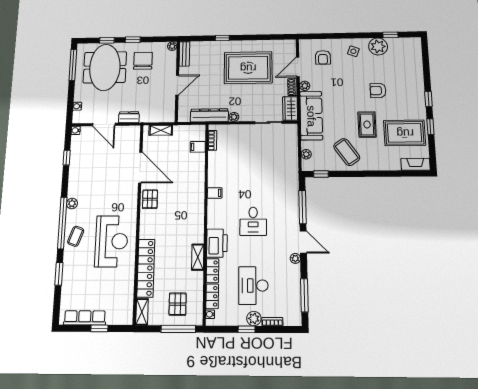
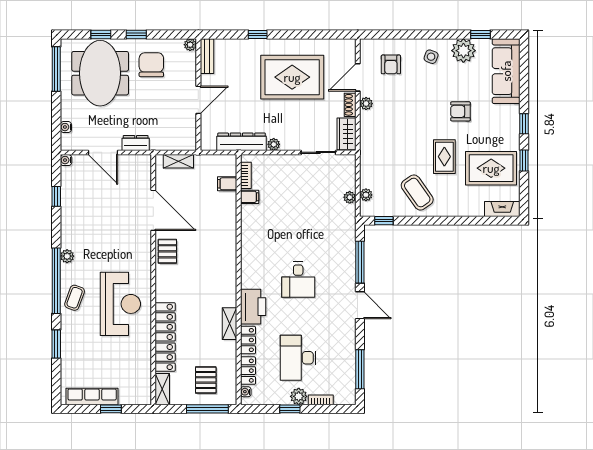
sofa: (311, 116) -> (506, 71), moved, turned 180
filing cabinet: (215, 193) -> (250, 197), moved
plant: (295, 258) -> (350, 197), moved

